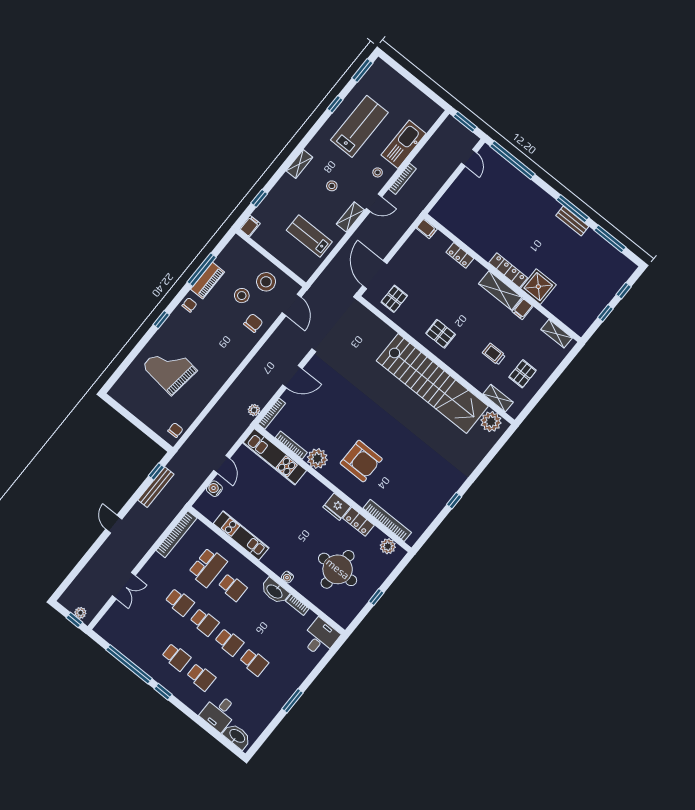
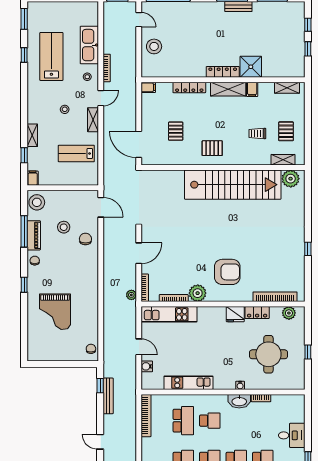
shelving: (299, 164) -> (32, 135), moved
stool: (463, 195) -> (154, 46), added
locker: (460, 255) -> (189, 87), width x1.53
stool: (266, 282) -> (37, 202), moved
pallet: (394, 299) -> (176, 131), moved
grand piano: (170, 368) -> (55, 312), turned -97
desk: (320, 638) -> (292, 435), moved, turned 90

